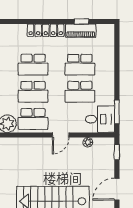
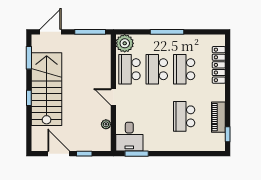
window: (81, 22) -> (228, 134), moved
locker: (46, 30) -> (219, 65), moved
school desk: (80, 92) -> (157, 116), removed
window: (117, 152) -> (84, 154), moved

